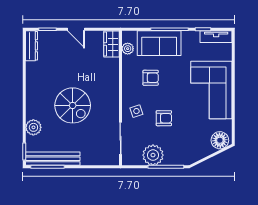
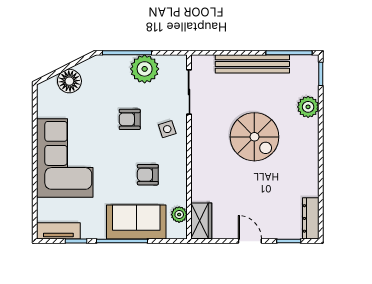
spiral stairs: (73, 105) -> (254, 137), turned 180
floor lamp: (220, 140) -> (69, 81), moved
bench: (53, 159) -> (252, 64), moved

